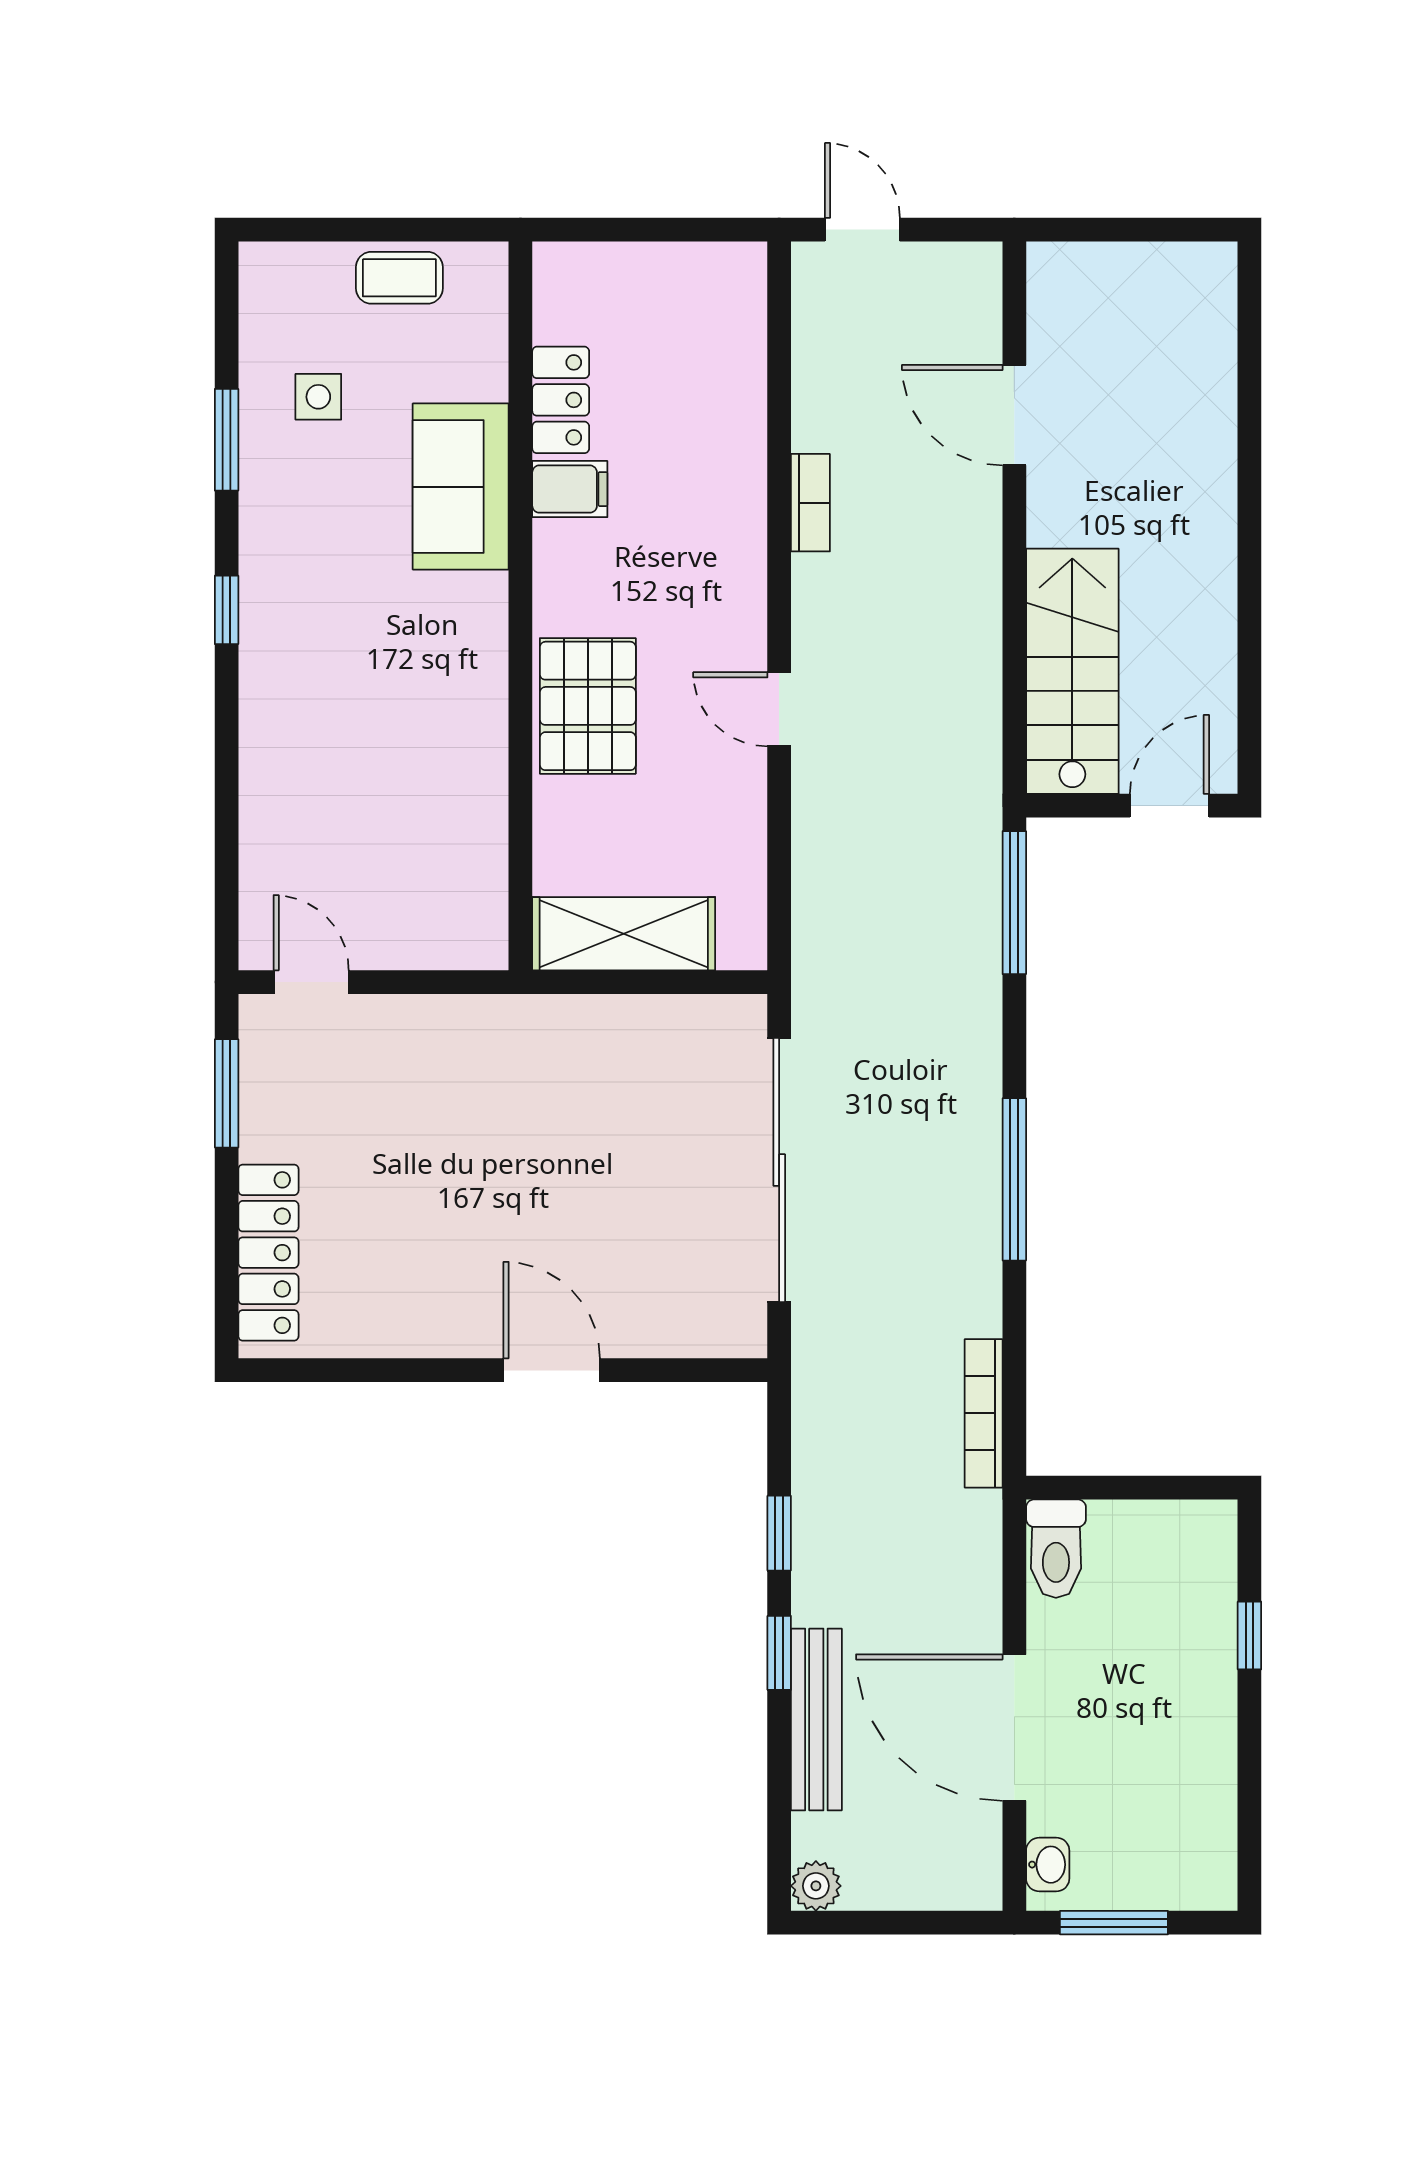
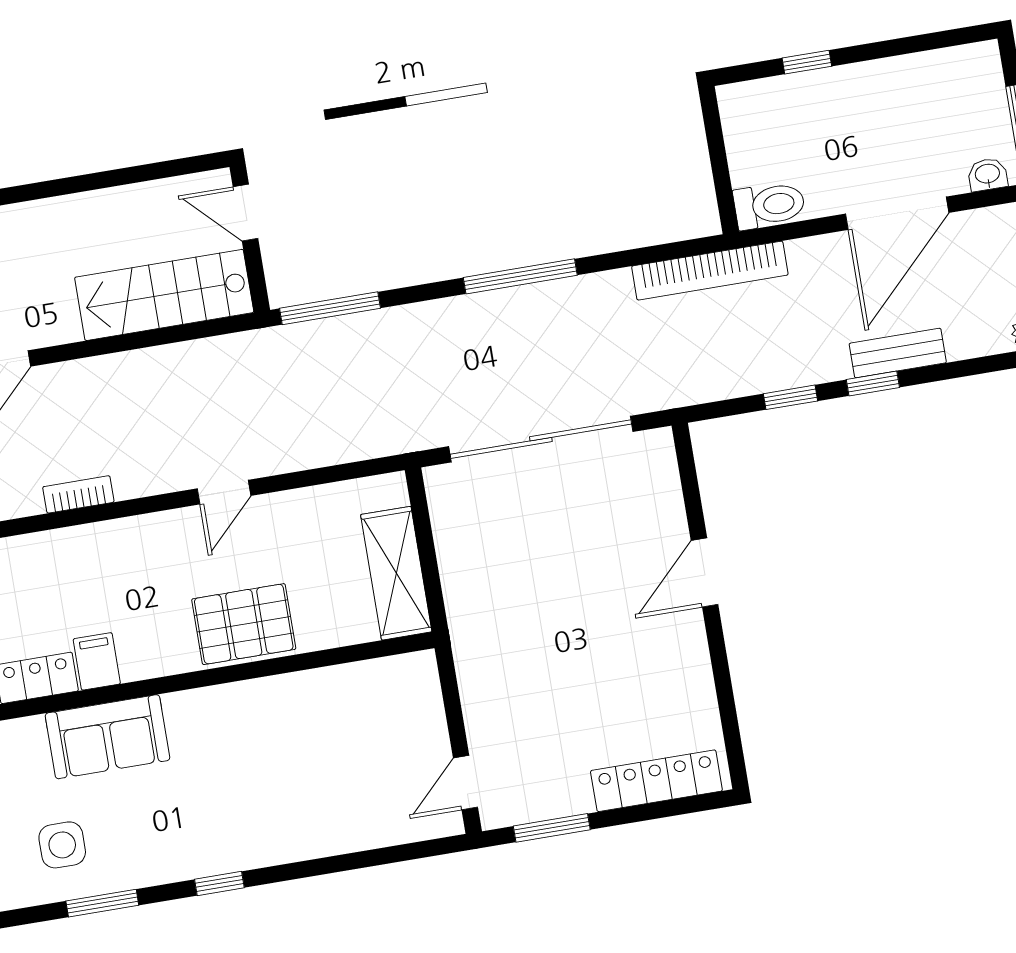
side table: (318, 397) -> (62, 845), width x1.37, depth x1.37
bookcase: (984, 1413) -> (710, 271), width x1.48, depth x1.31
bench: (816, 1720) -> (898, 353), width x0.73

